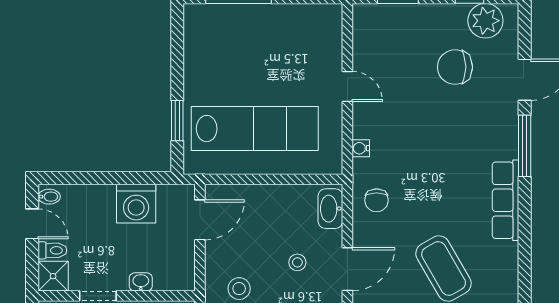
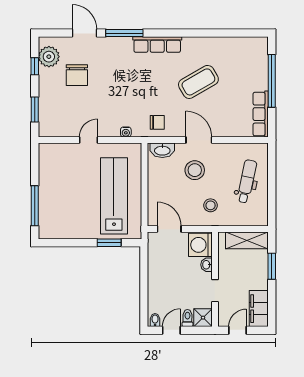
washing machine: (136, 204) -> (200, 245), moved, turned 180
stool: (297, 262) -> (195, 170), width x1.89, depth x1.89

